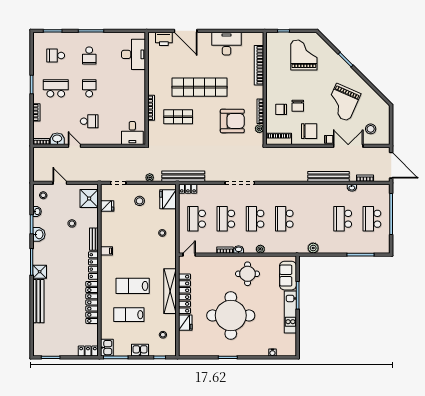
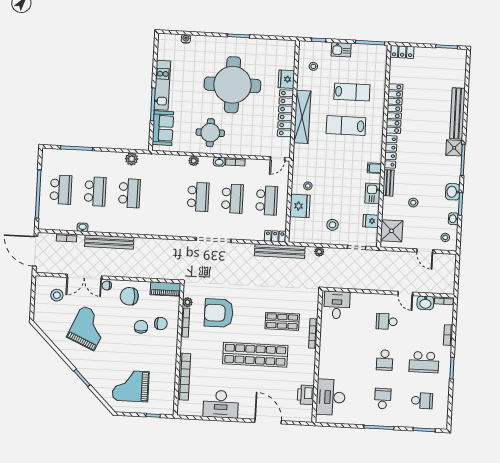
printer: (164, 39) -> (306, 395), moved, turned -90
grand piano: (304, 55) -> (131, 386), turned 90
fridge: (168, 199) -> (300, 206), moved
school desk: (284, 219) -> (129, 193), moved
lab bench: (133, 286) -> (346, 126), turned 180
kitchen sink: (107, 348) -> (373, 193), moved

